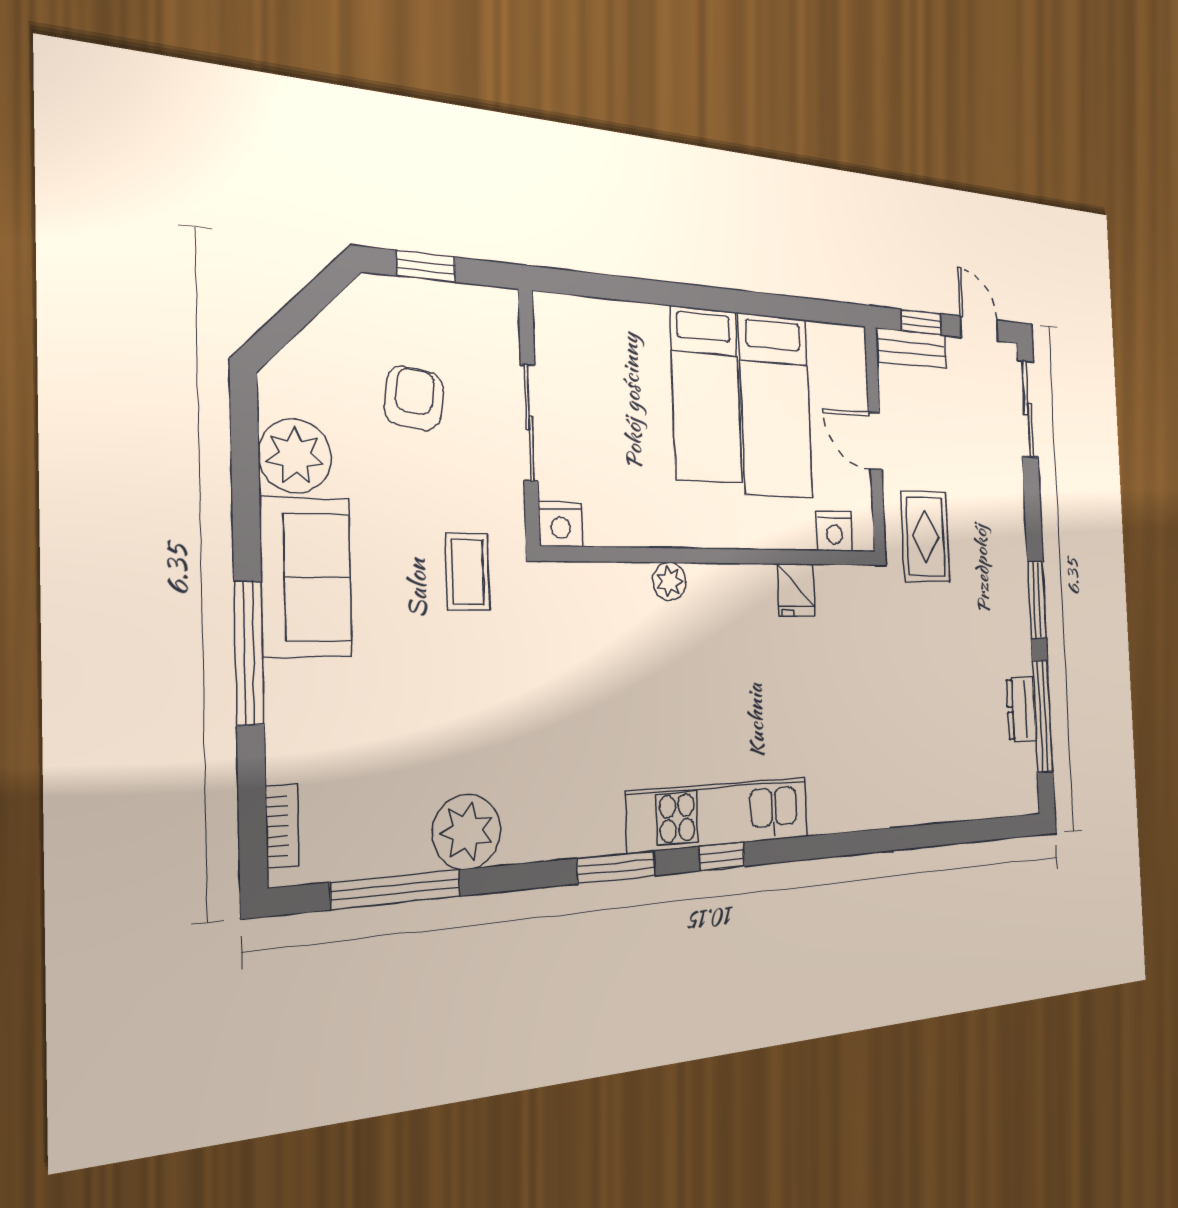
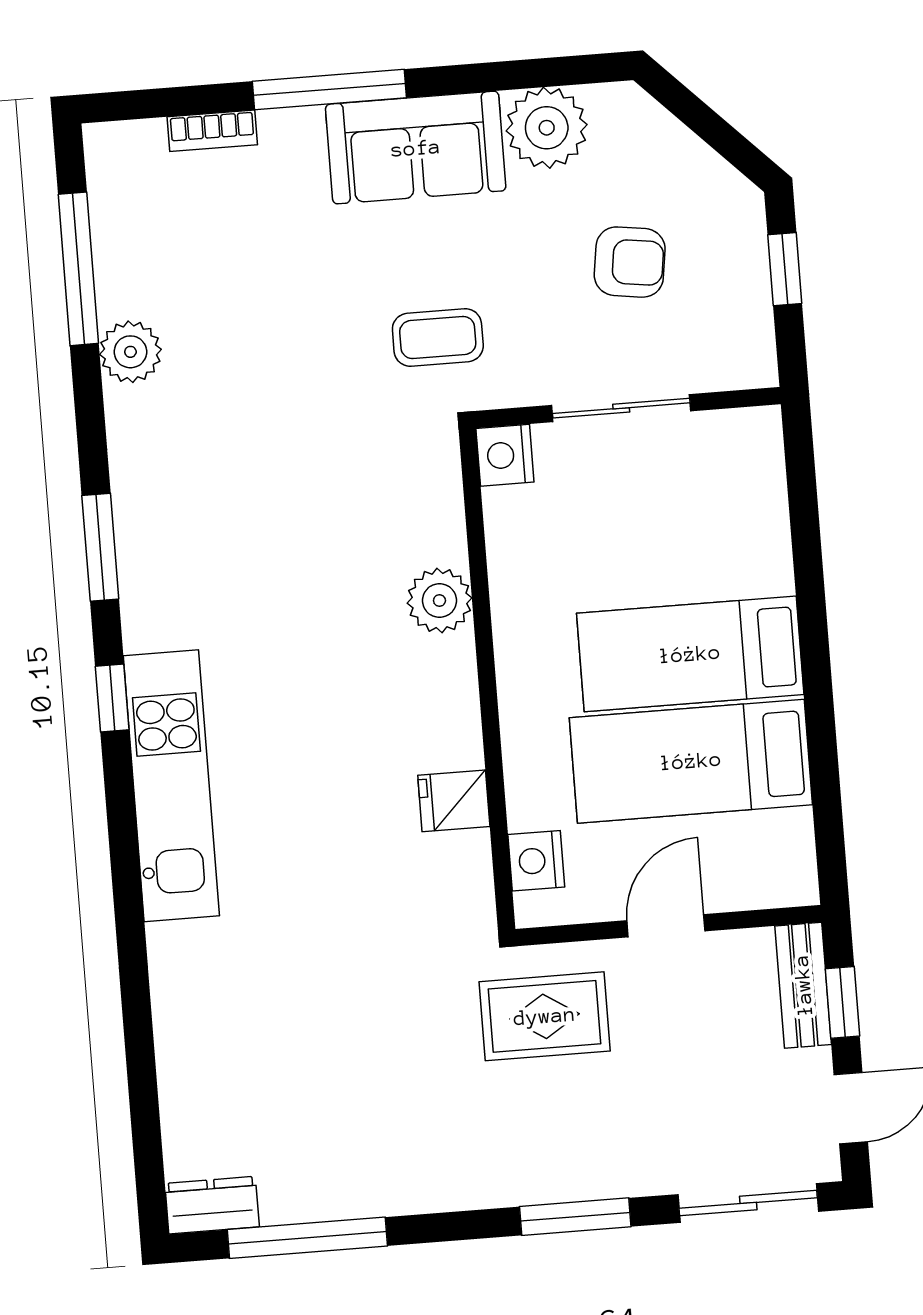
plant: (669, 581) -> (439, 601), width x1.38, depth x1.38
window: (1037, 600) -> (575, 1217), moved
dresser: (1021, 709) -> (212, 1205), moved
kitchen unit: (719, 814) -> (171, 786), moved
bookcase: (282, 826) -> (212, 131), moved
plant: (467, 832) -> (130, 352), width x0.73, depth x0.73

